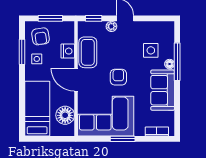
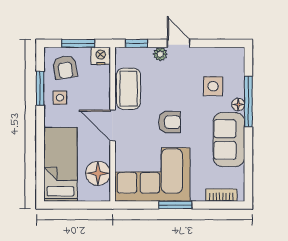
nightstand: (68, 51) -> (101, 56), moved, turned -90
armchair: (118, 77) -> (169, 122), turned 90

